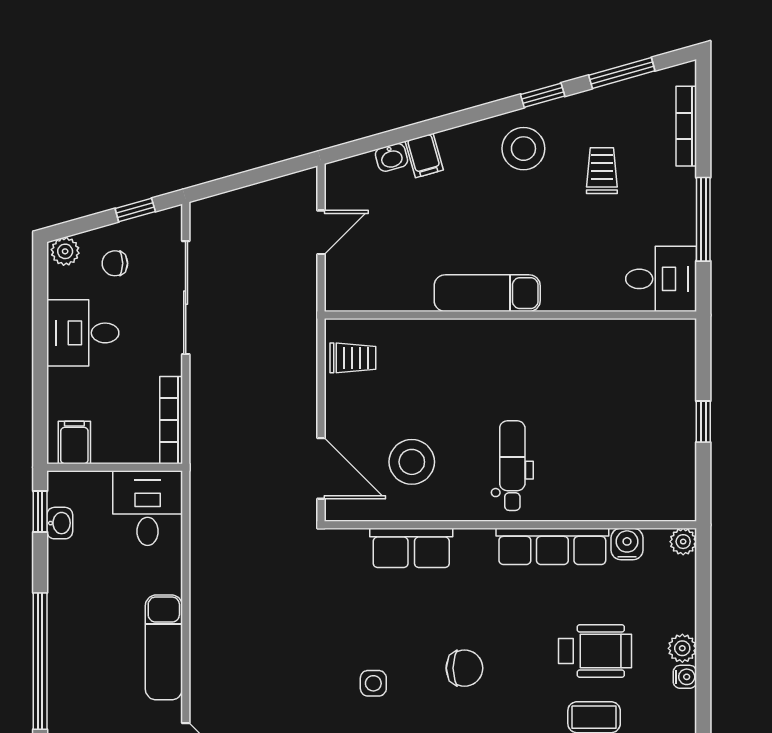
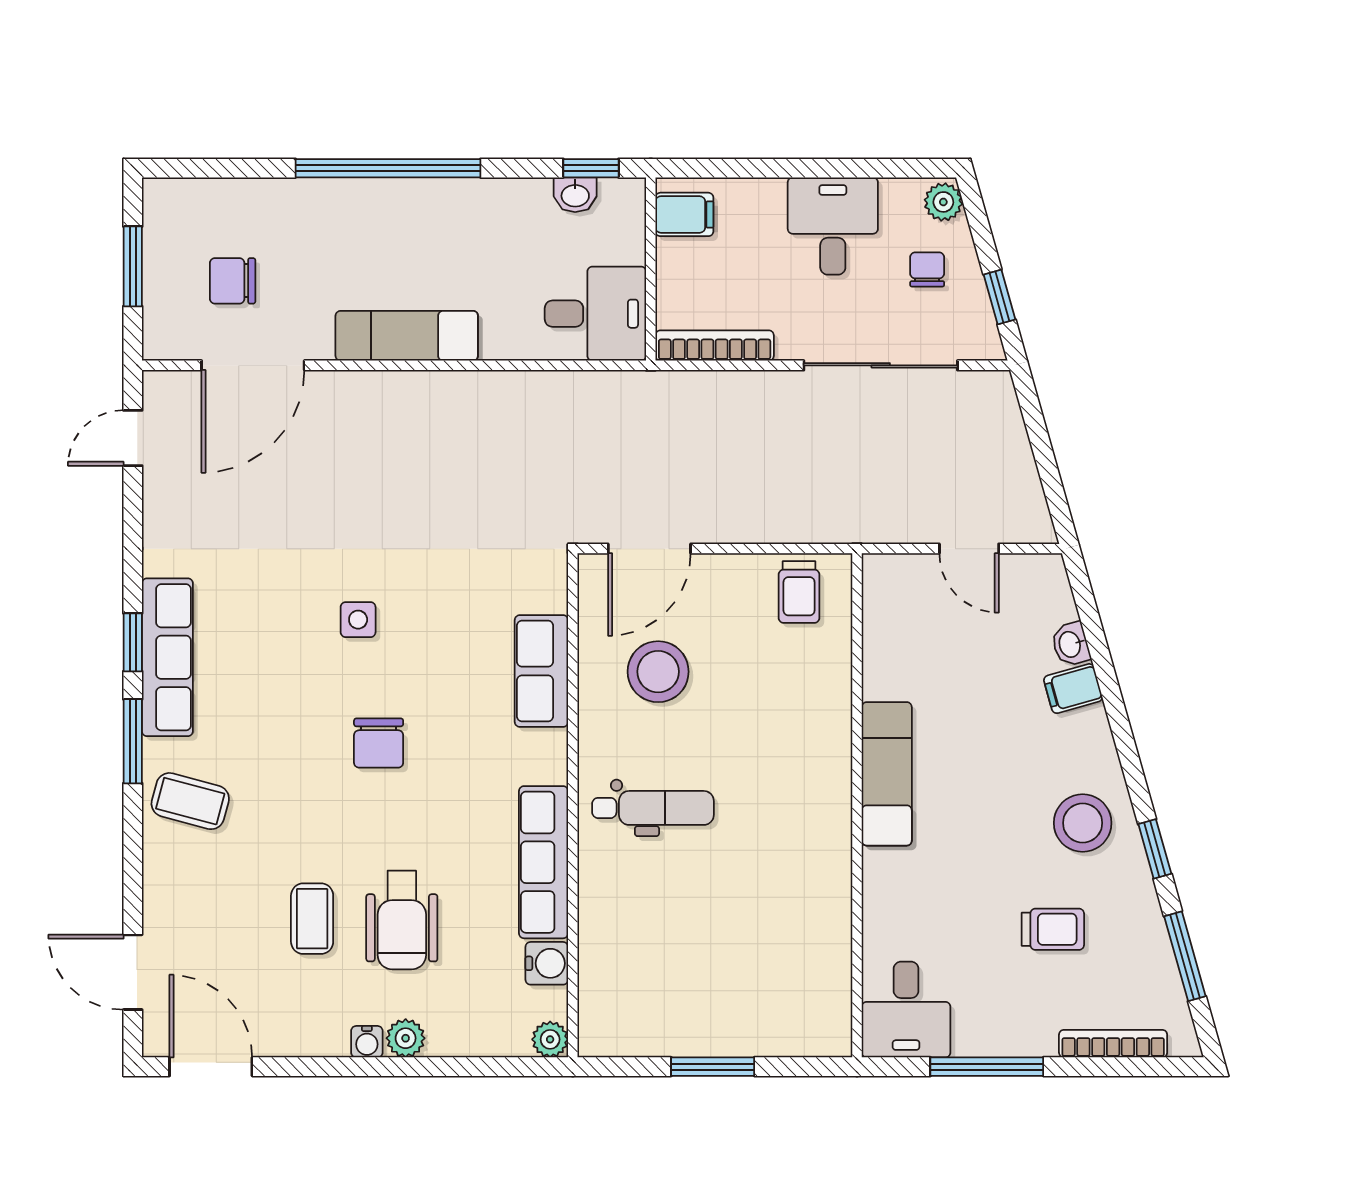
window: (703, 422) -> (713, 1067), width x1.50

